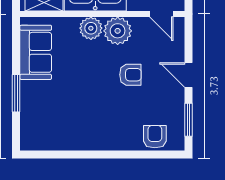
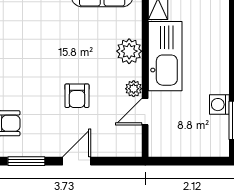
door: (161, 14) -> (145, 112), moved
plant: (118, 31) -> (134, 89), width x0.53, depth x0.53

